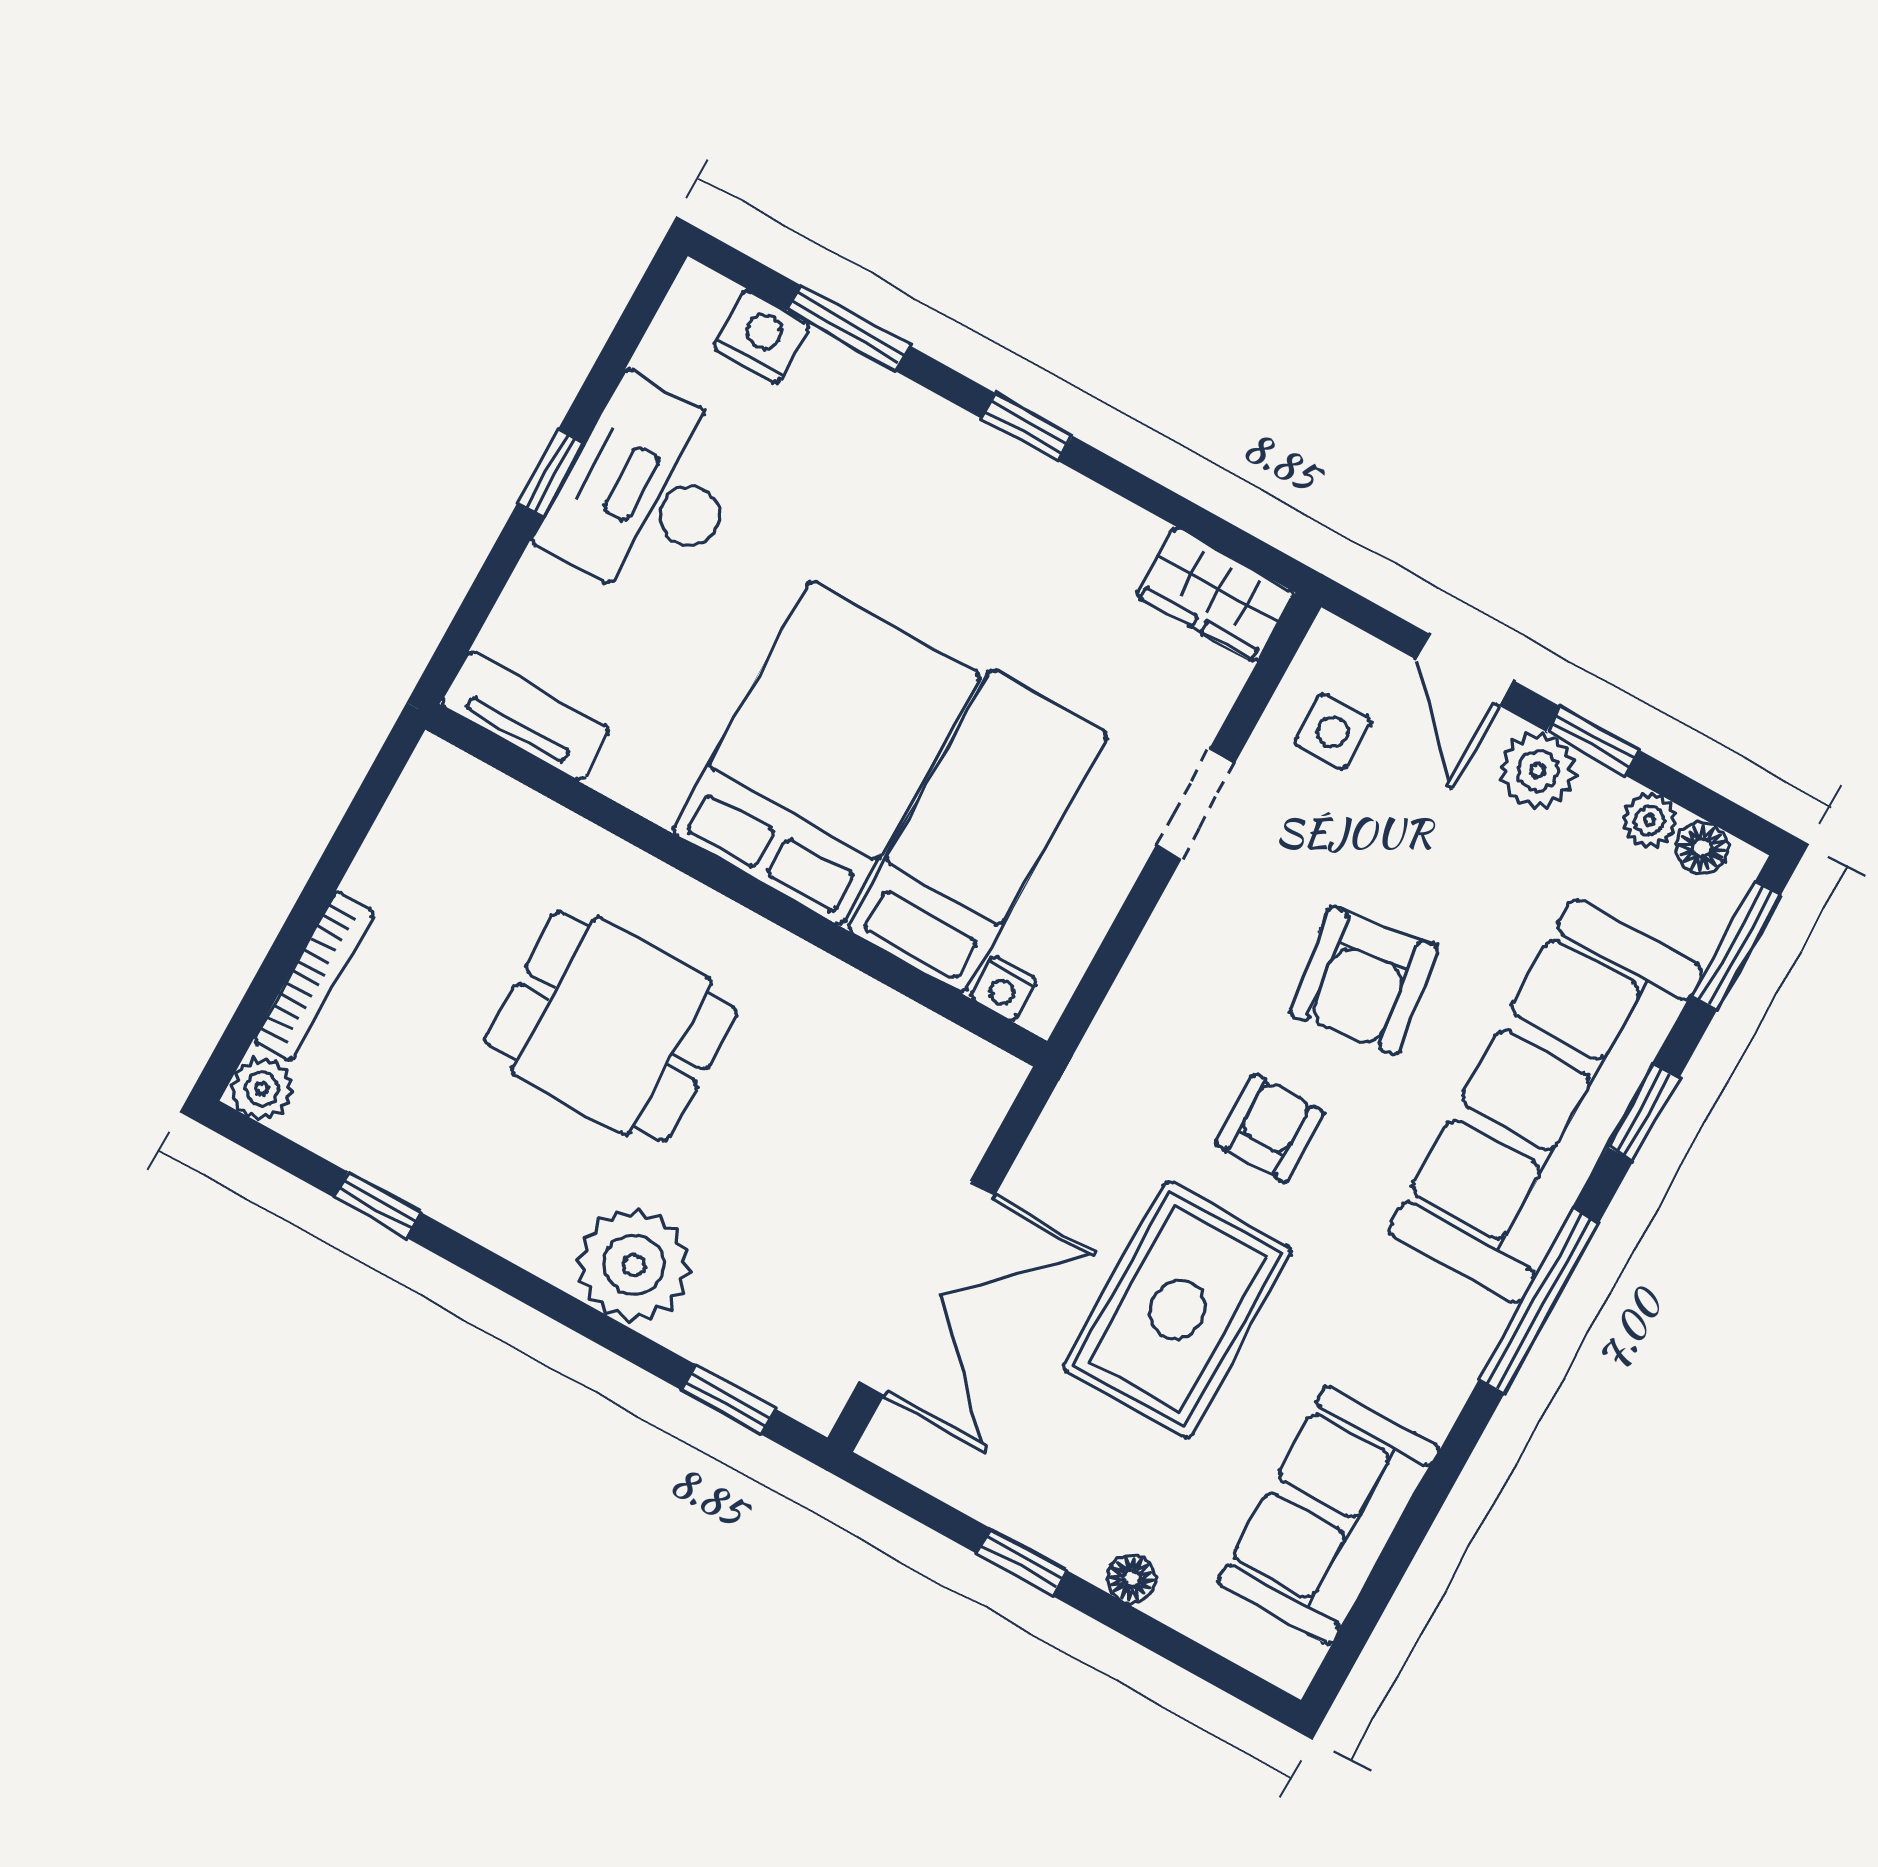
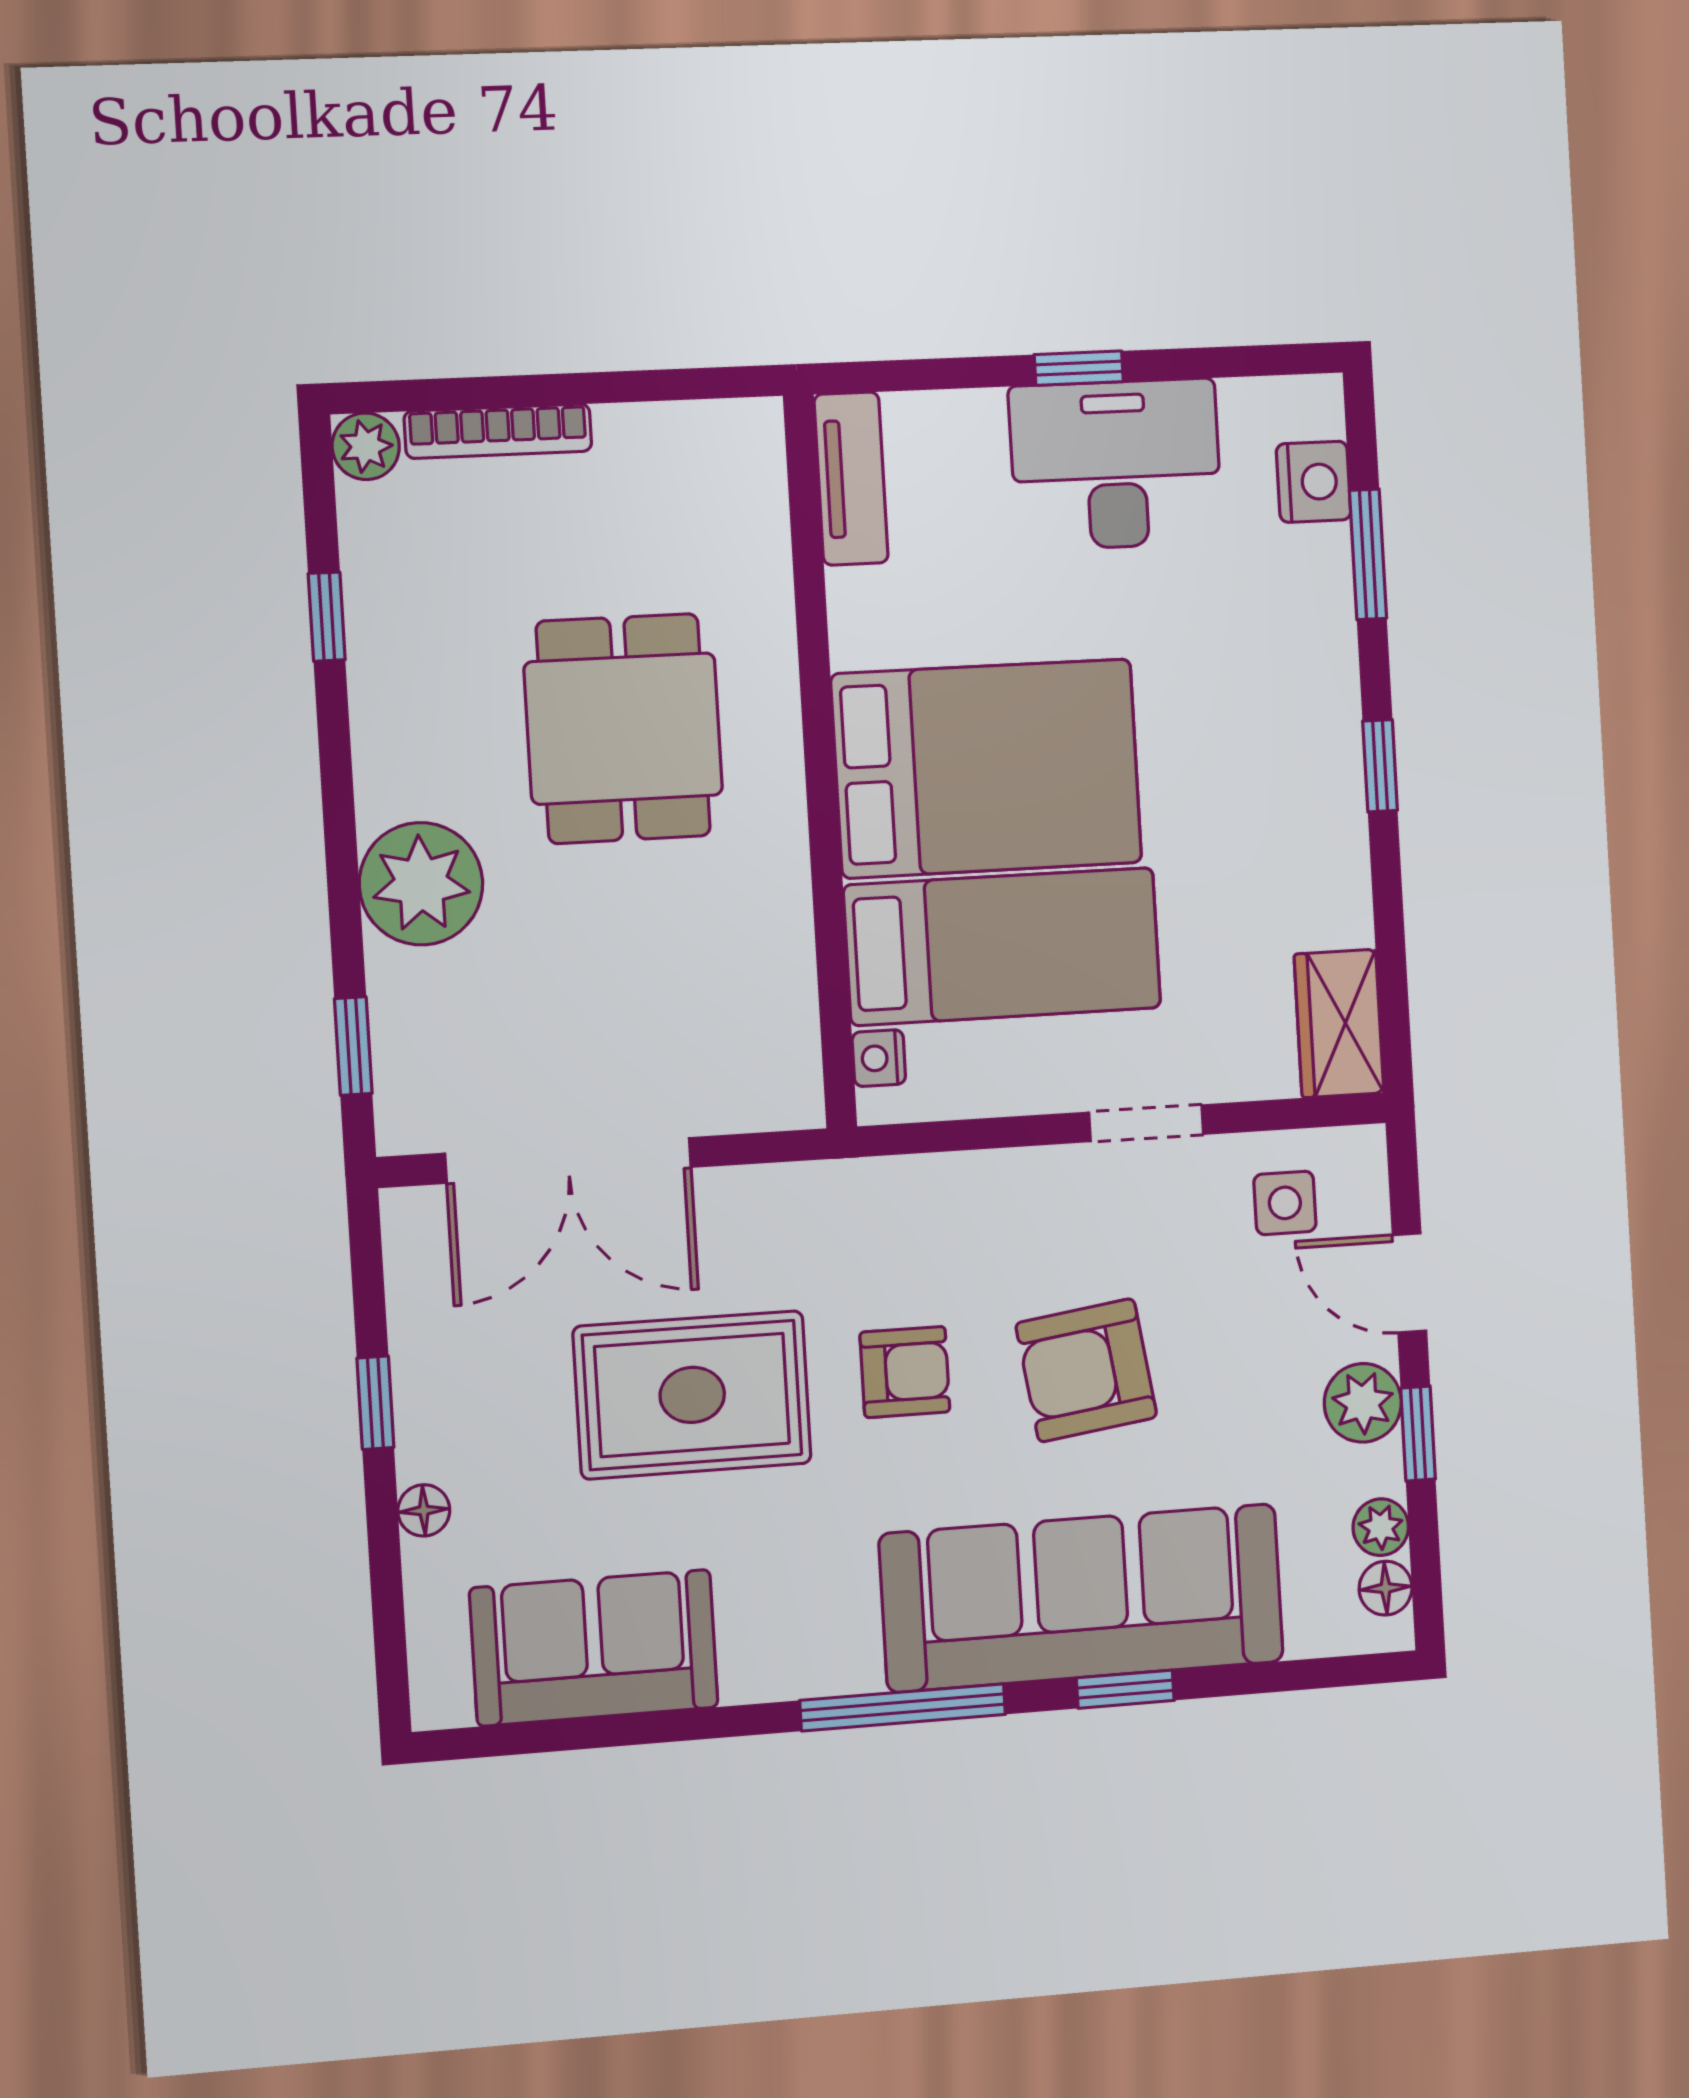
door: (1465, 670) -> (1409, 1283), hinge flipped
window: (1736, 946) -> (1320, 1673), removed

